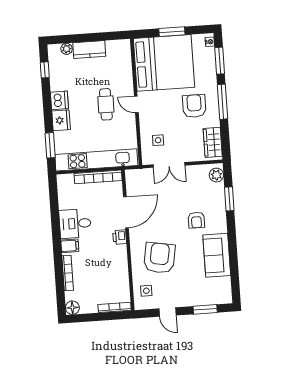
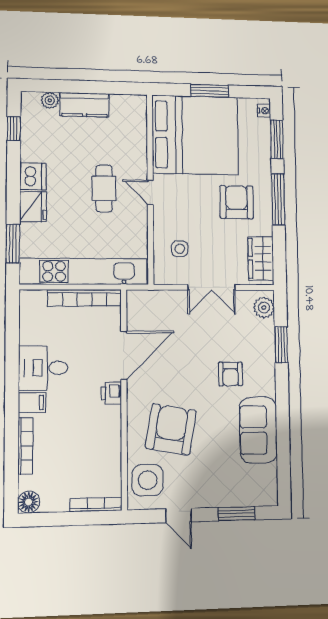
double door: (169, 165) -> (211, 287), moved
side table: (146, 291) -> (148, 480), width x1.87, depth x1.87

